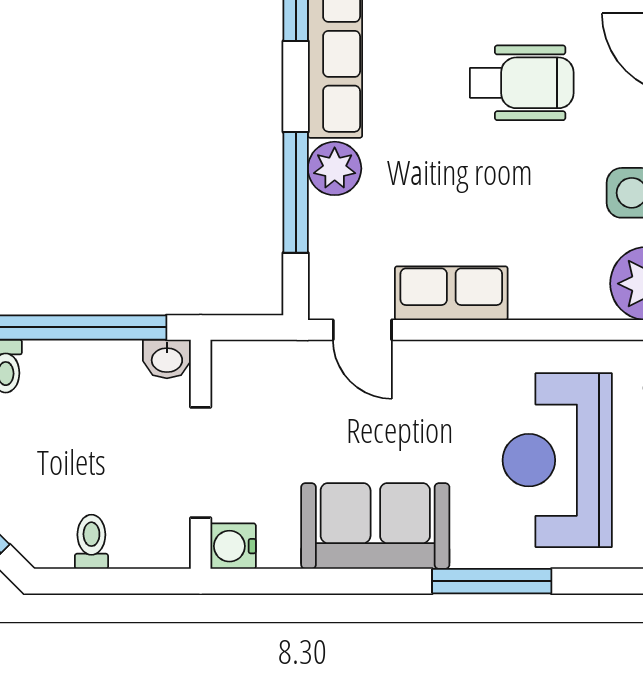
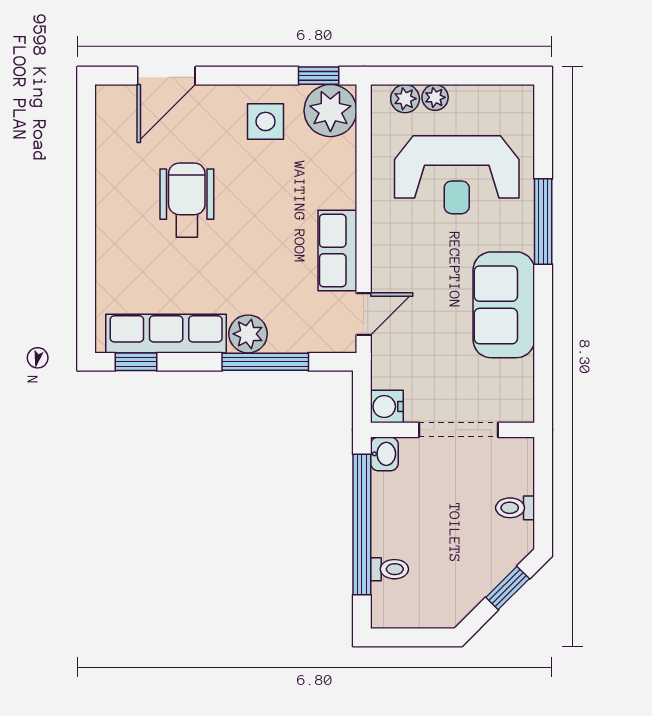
water cooler: (233, 546) -> (387, 407), moved, turned 90

